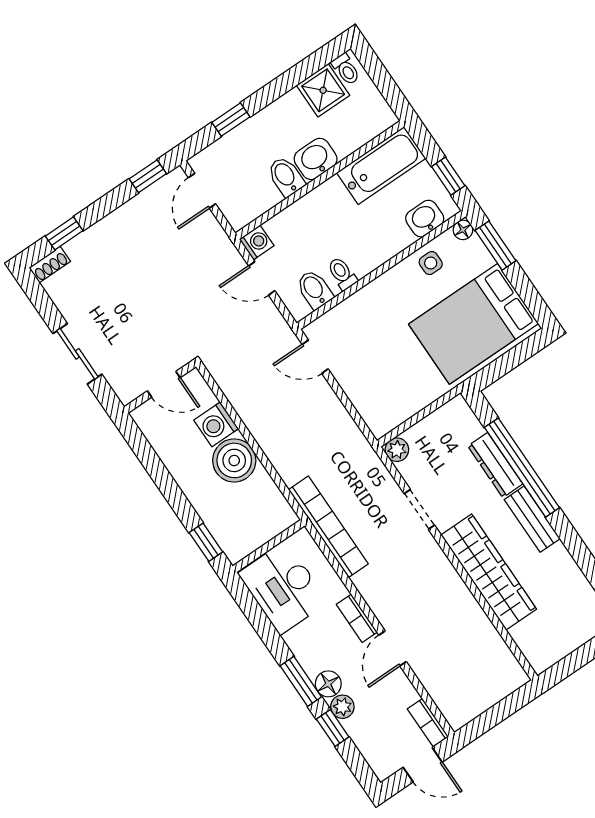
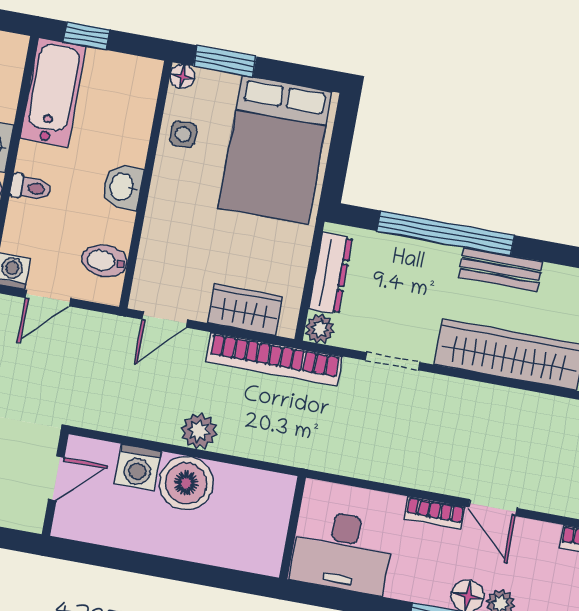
window: (448, 176) -> (87, 36), moved
washbasin: (425, 219) -> (123, 187), moved
toilet: (342, 274) -> (31, 188), moved, turned 180
wardrobe: (366, 397) -> (245, 310), added
plant: (271, 439) -> (199, 431), added
dresser: (495, 465) -> (331, 273), moved, turned -90
bookcase: (328, 527) -> (274, 359), moved, turned 180
window: (206, 542) -> (234, 580), removed

